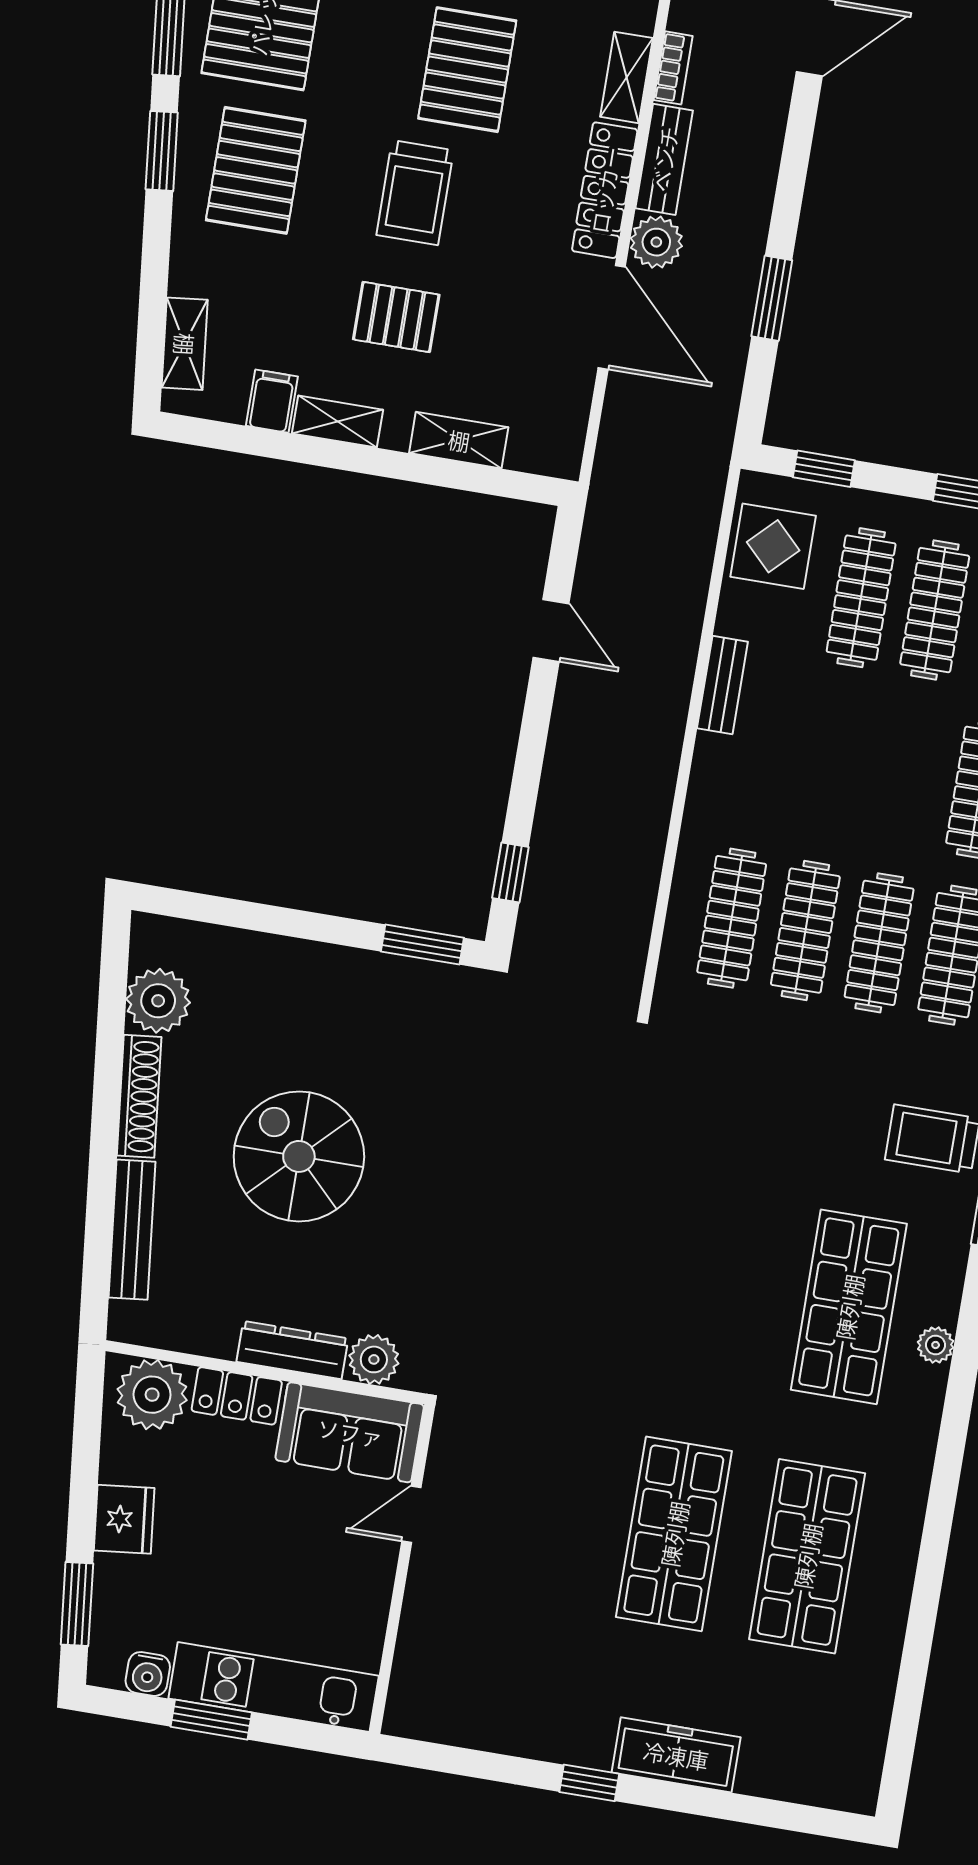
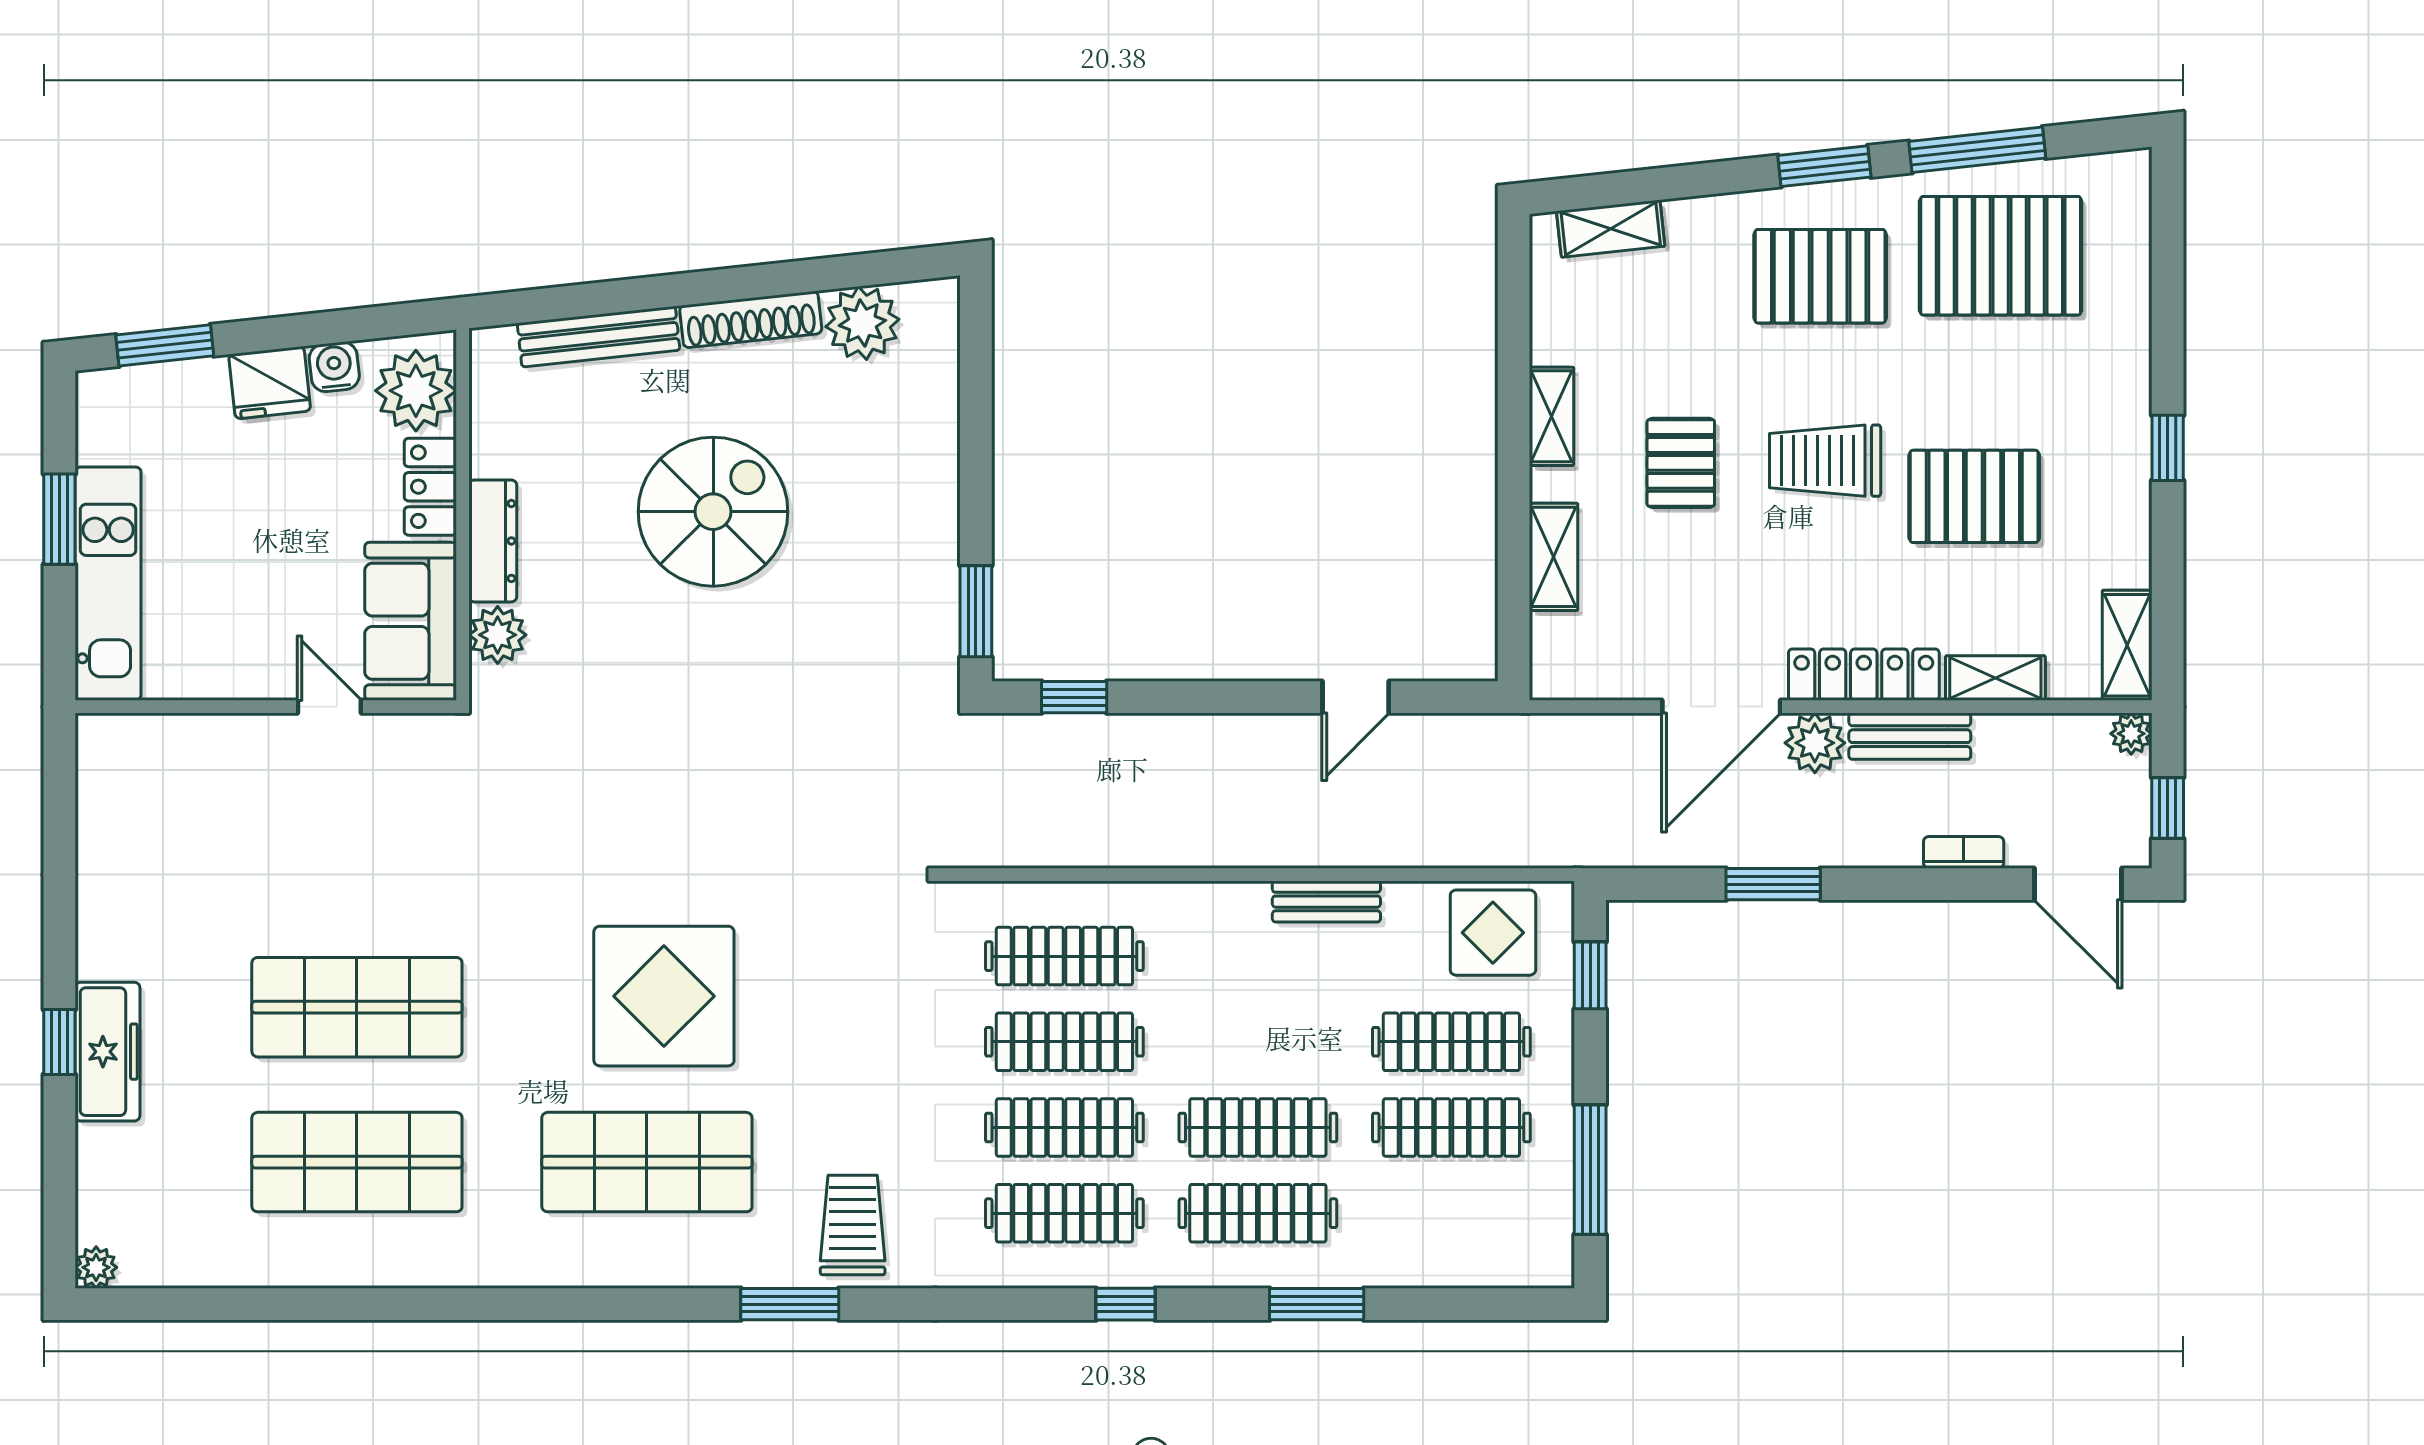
bookcase: (673, 68) -> (1964, 852), moved, turned 180
filing cabinet: (272, 401) -> (1562, 338), removed
clothes rail: (907, 776) -> (1258, 1127), added
display table: (708, 1268) -> (664, 996), added
plant: (936, 1345) -> (96, 1267), moved
water cooler: (148, 1674) -> (334, 367), moved, turned 84
window: (589, 1783) -> (59, 1042), moved

